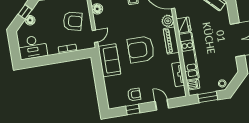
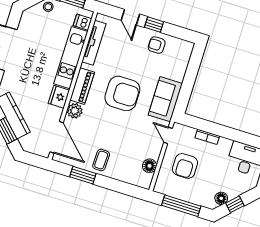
floor lamp: (30, 20) -> (221, 198), moved
armchair: (73, 21) -> (185, 166), turned -104
door: (95, 36) -> (168, 135), hinge flipped
tv unit: (178, 74) -> (94, 43), width x1.41
window: (133, 110) -> (154, 25), moved

